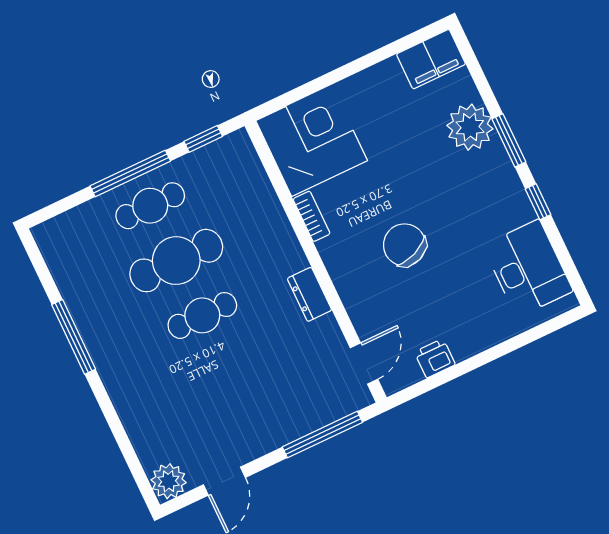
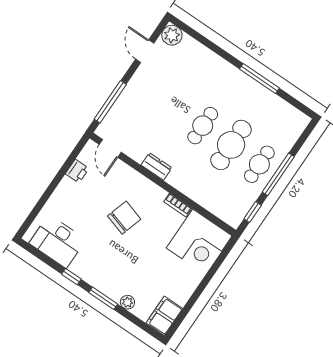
plant: (470, 127) -> (127, 302), width x0.53, depth x0.53
chair: (405, 245) -> (124, 218), turned -51

